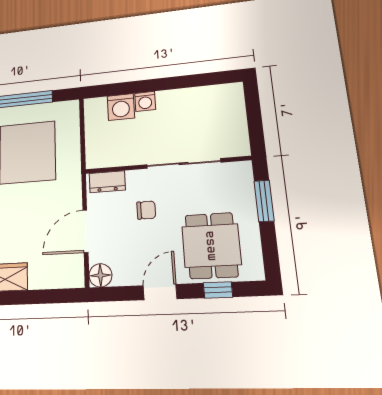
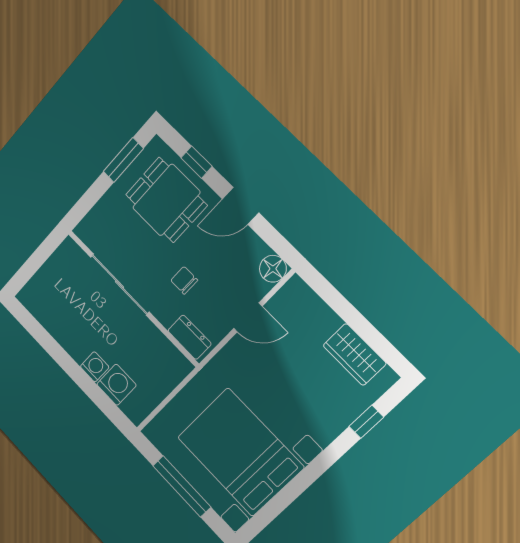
window: (264, 201) -> (123, 160), moved
door: (85, 231) -> (248, 317), width x0.73
dining table: (211, 246) -> (166, 200), turned 90

